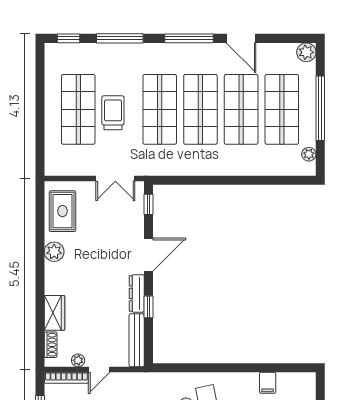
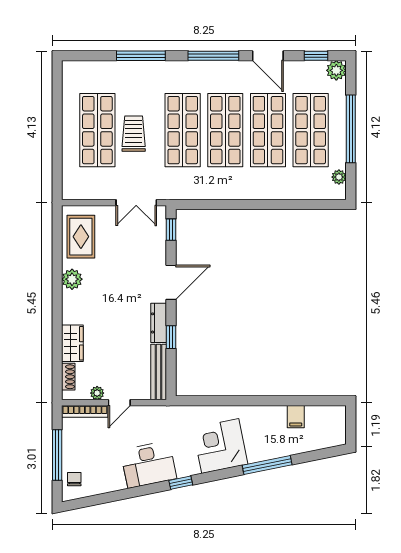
window: (68, 38) -> (316, 56), moved

